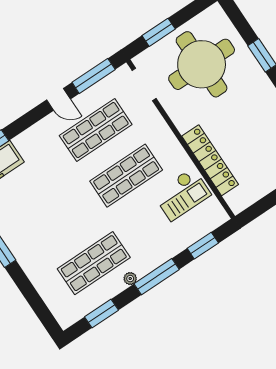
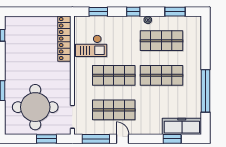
locker: (210, 160) -> (64, 39), moved
checkout: (182, 194) -> (91, 46), turned 180
shop shelf: (63, 218) -> (161, 75), added
window: (157, 277) -> (133, 12), width x0.46

